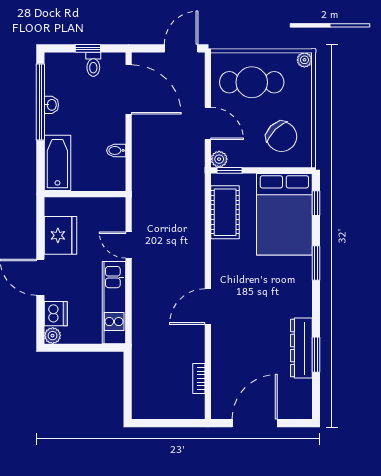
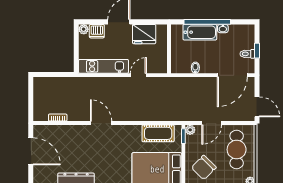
window: (40, 102) -> (207, 22), moved
bathtub: (57, 163) -> (200, 32), moved

